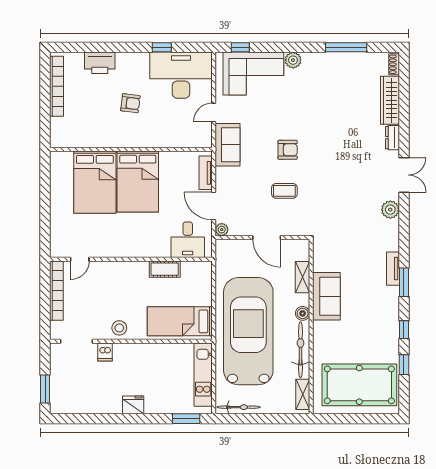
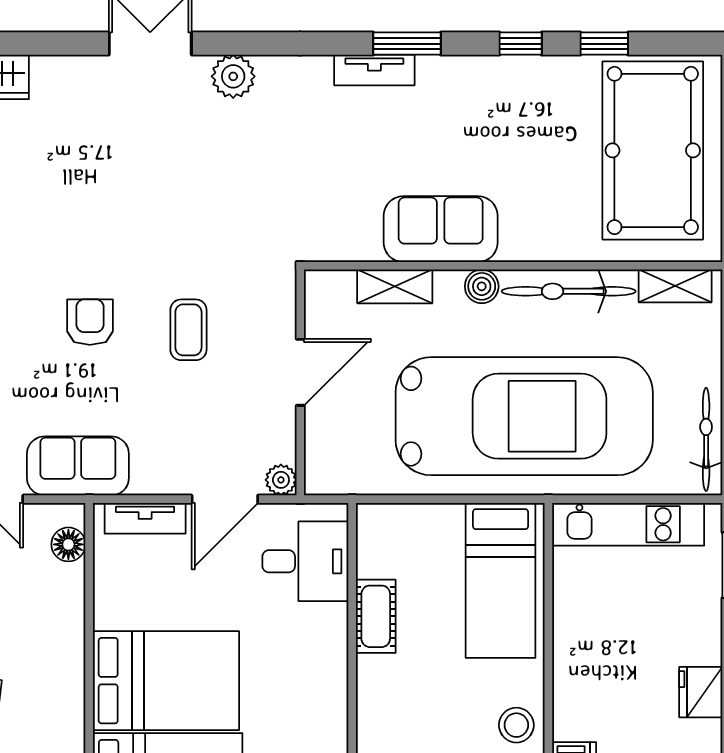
dresser: (392, 138) -> (61, 71), removed
floor lamp: (195, 141) -> (68, 544), added
car: (248, 331) -> (524, 416), turned 180

